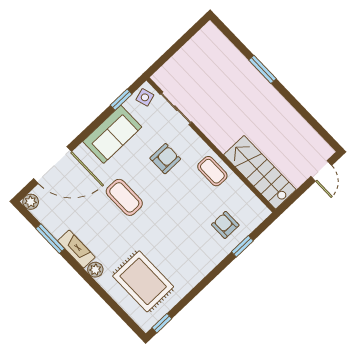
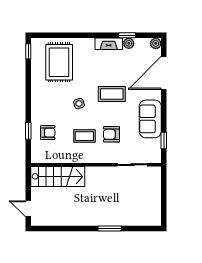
side table: (145, 97) -> (79, 104), moved
armchair: (165, 159) -> (112, 134), turned 90
coffee table: (212, 171) -> (84, 136), moved
window: (50, 239) -> (127, 35), width x0.67
plant: (95, 270) -> (129, 43), moved
rug: (143, 281) -> (59, 62), turned 90

